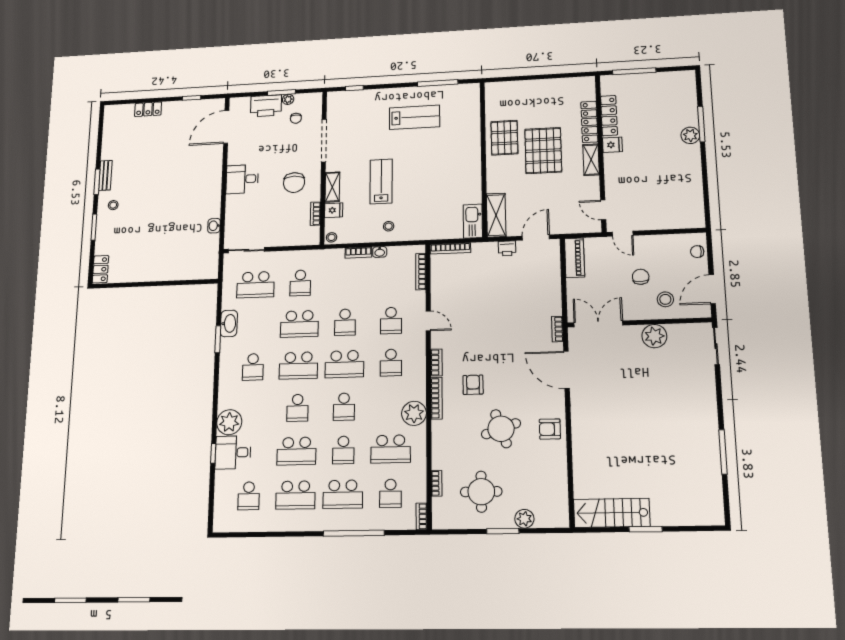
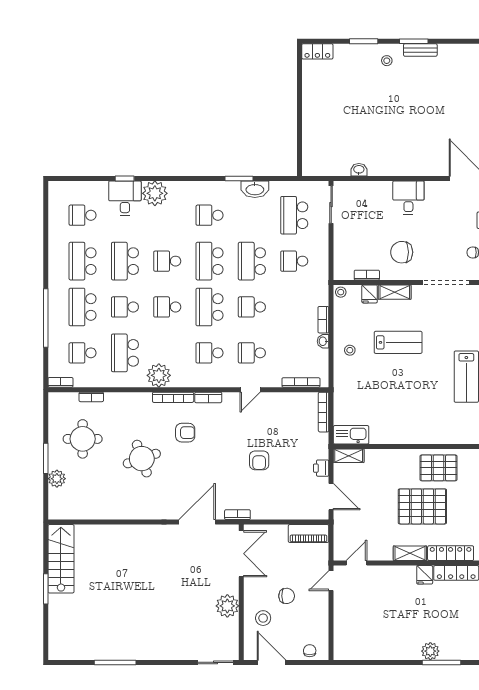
shelving: (496, 215) -> (349, 456), width x0.67, depth x0.75
armchair: (550, 429) -> (259, 460), moved, turned 180

